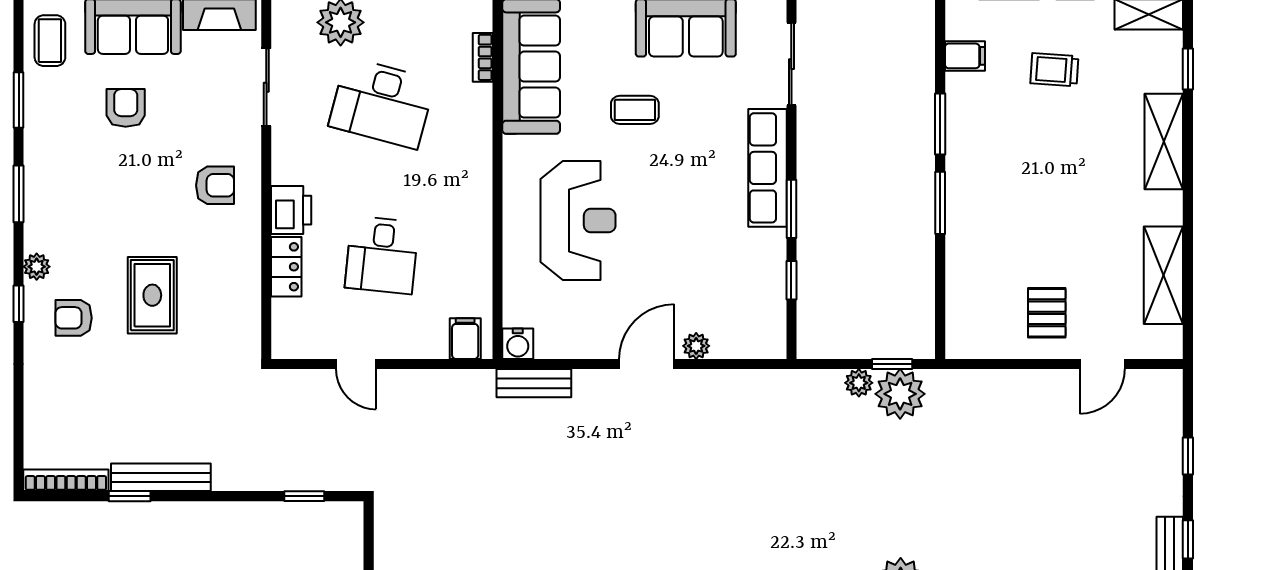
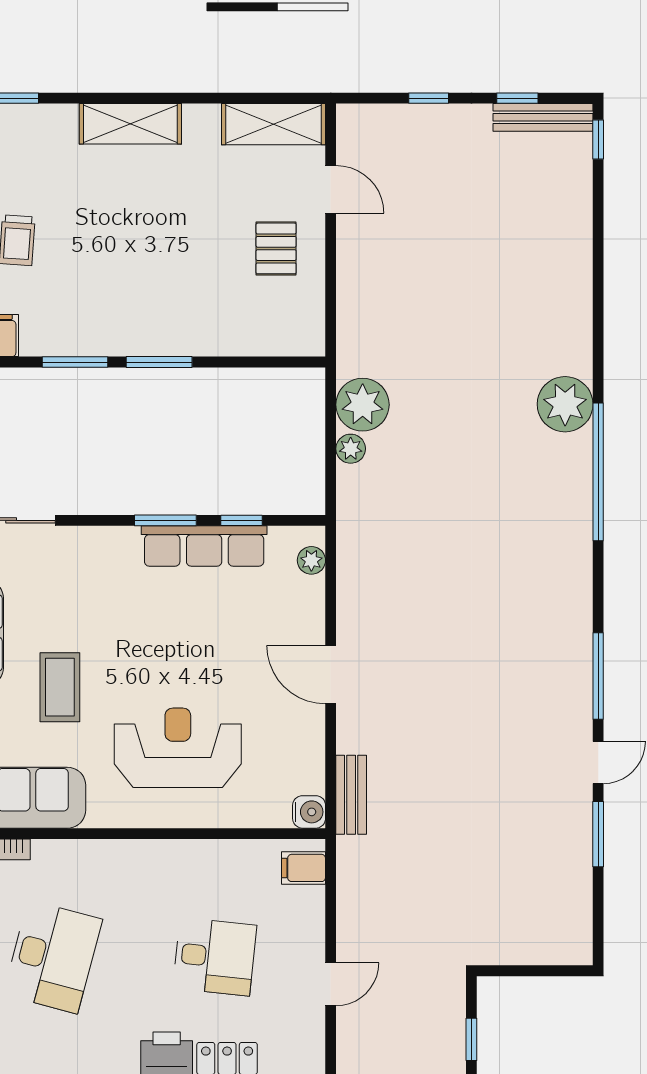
coffee table: (635, 110) -> (60, 687), width x1.36, depth x1.30
shelving: (1164, 141) -> (130, 124), moved
row of seats: (767, 168) -> (204, 546), moved
shelving: (1163, 275) -> (273, 124), moved
pallet: (1047, 313) -> (276, 248), turned 90
plant: (696, 346) -> (311, 560), moved
window: (892, 364) -> (331, 413), removed

